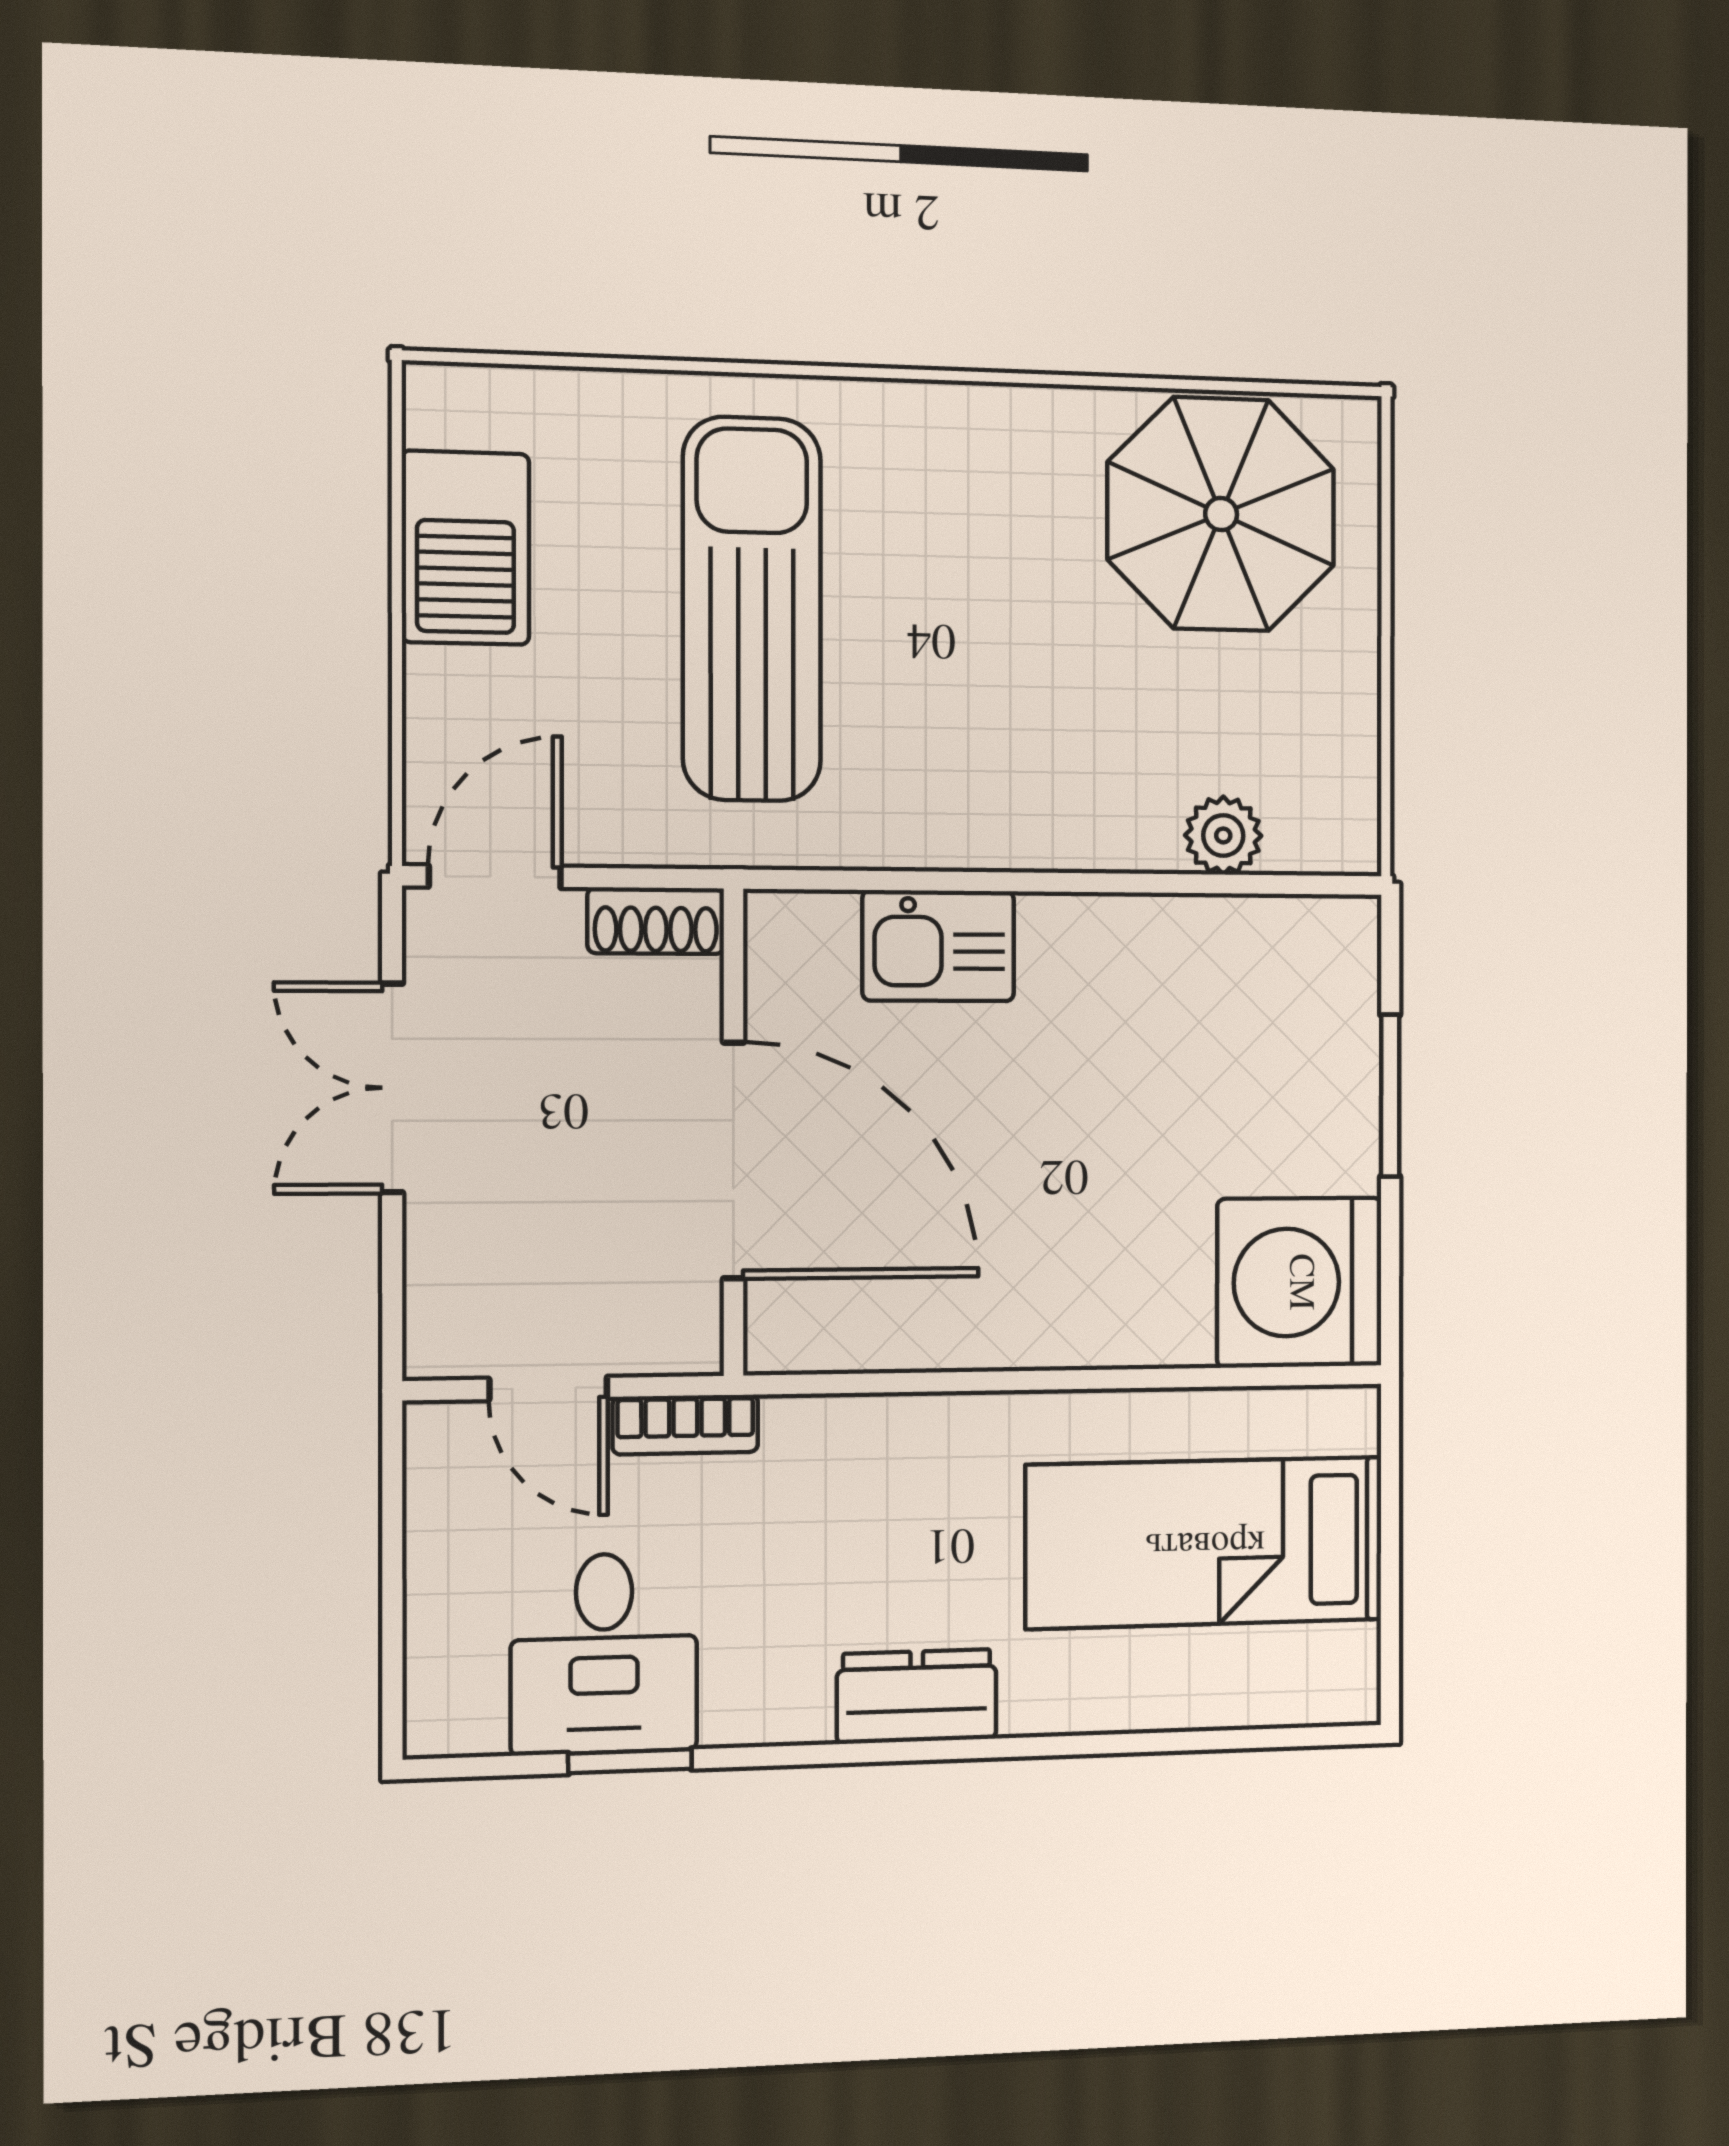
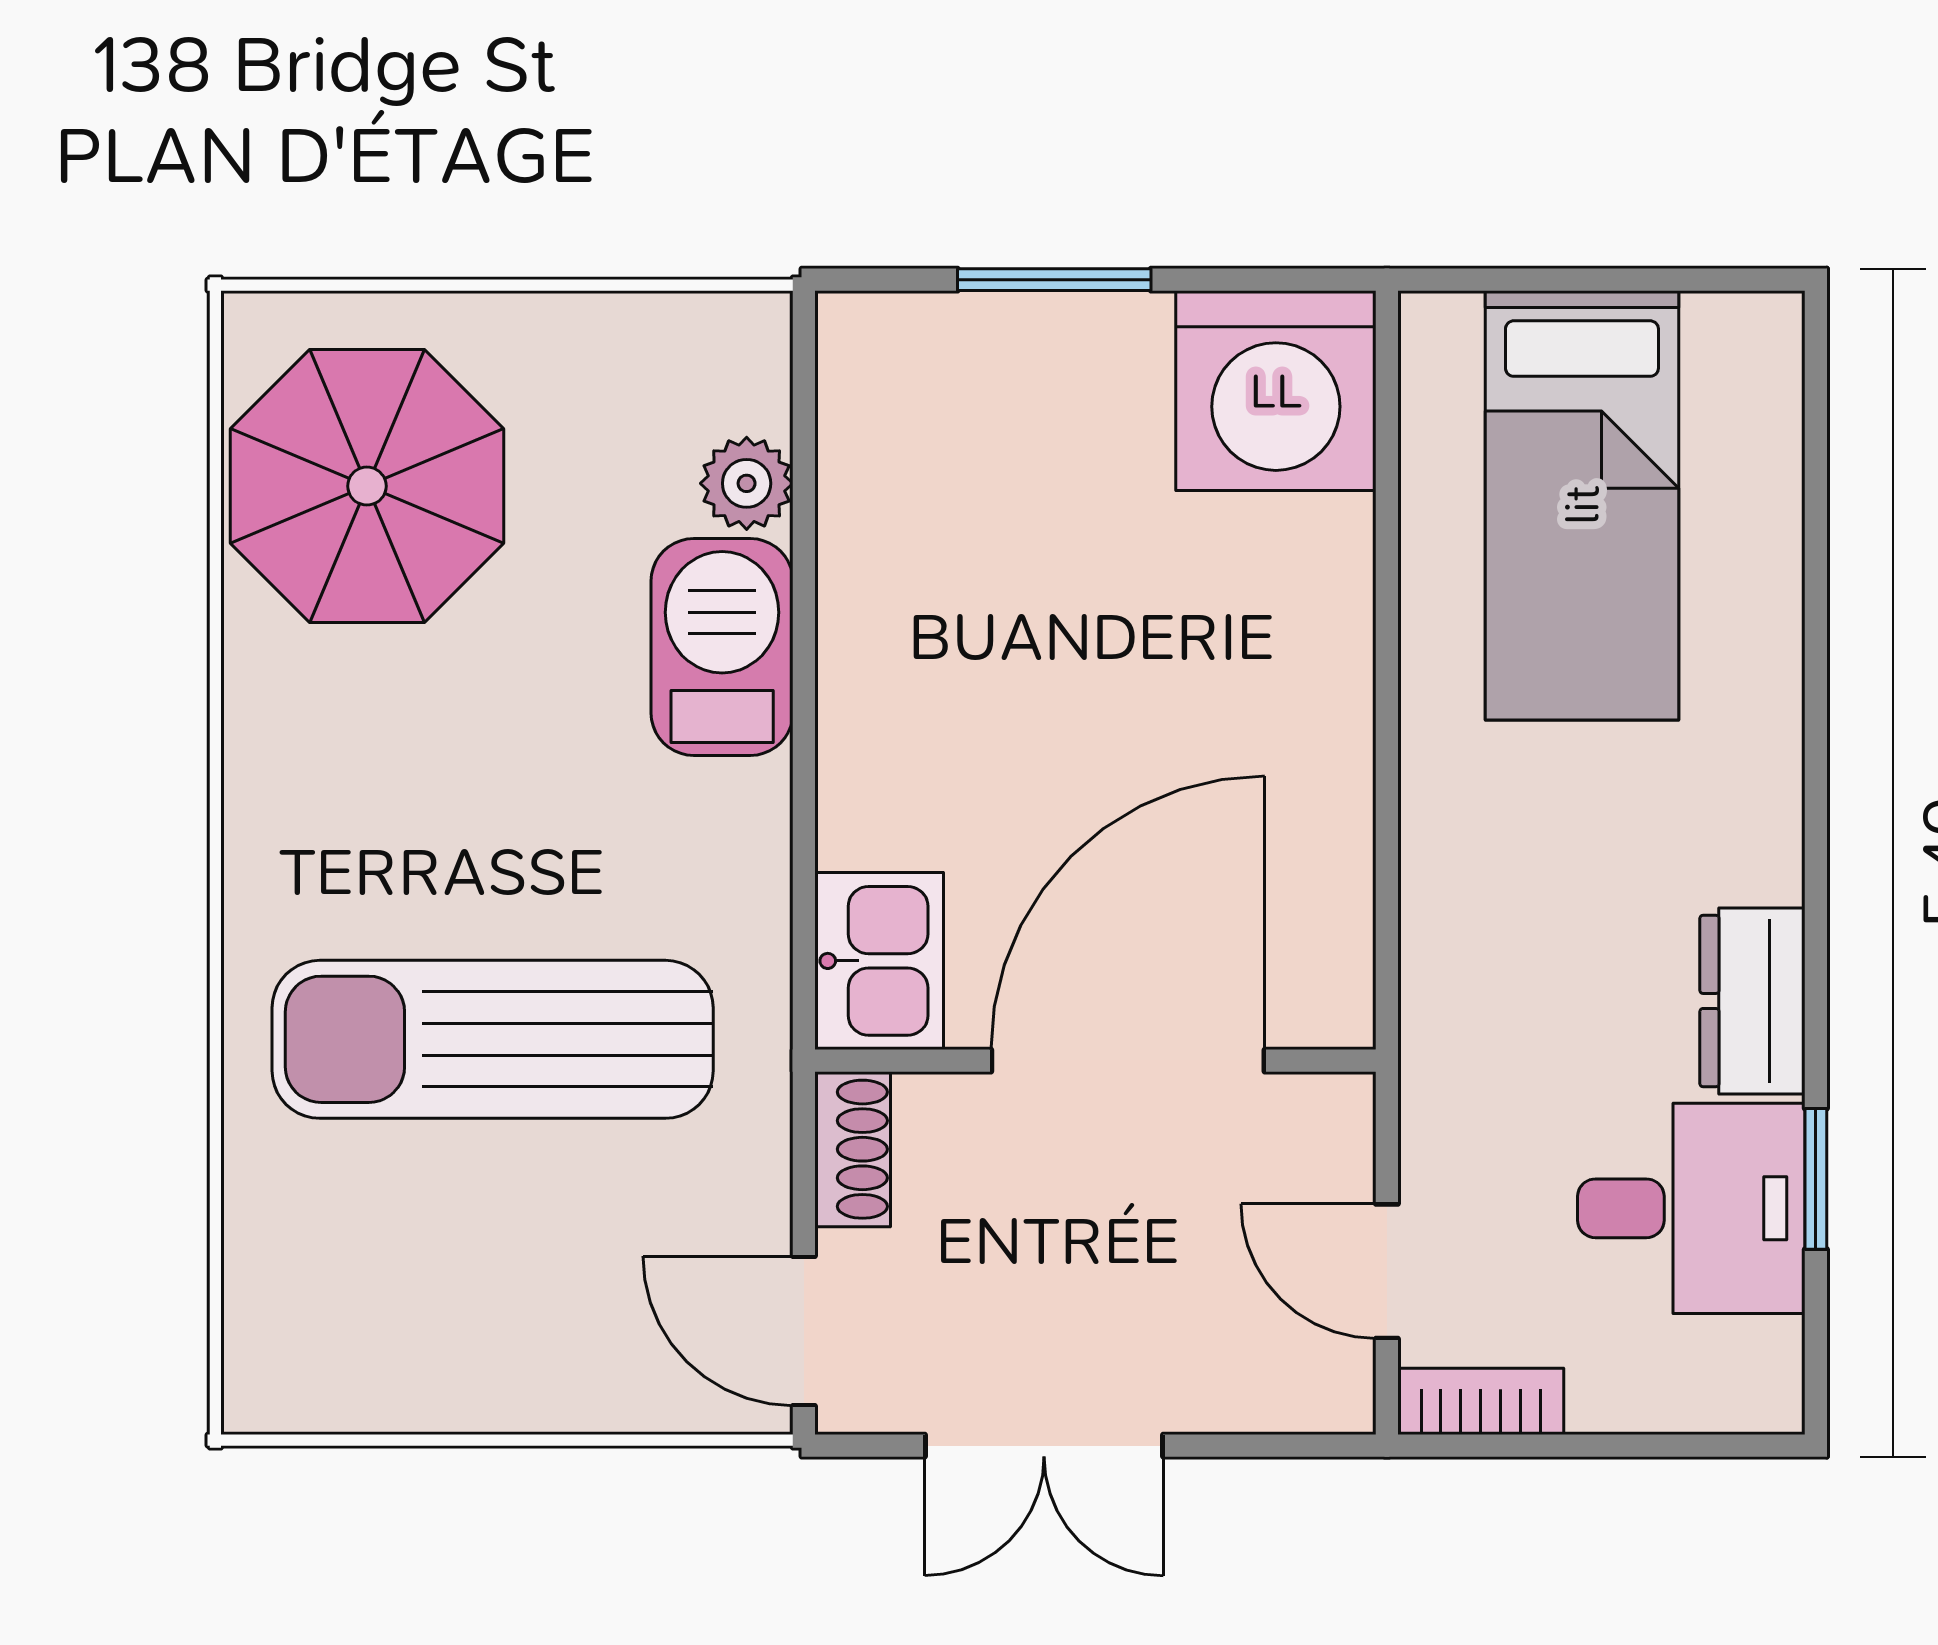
barbecue: (466, 548) -> (722, 647), moved, turned -90
kitchen sink: (938, 946) -> (879, 961), moved
door: (548, 1388) -> (1387, 1271), swing flipped
bookcase: (685, 1425) -> (1481, 1401), moved, turned -90
dresser: (917, 1696) -> (1752, 1001), moved

